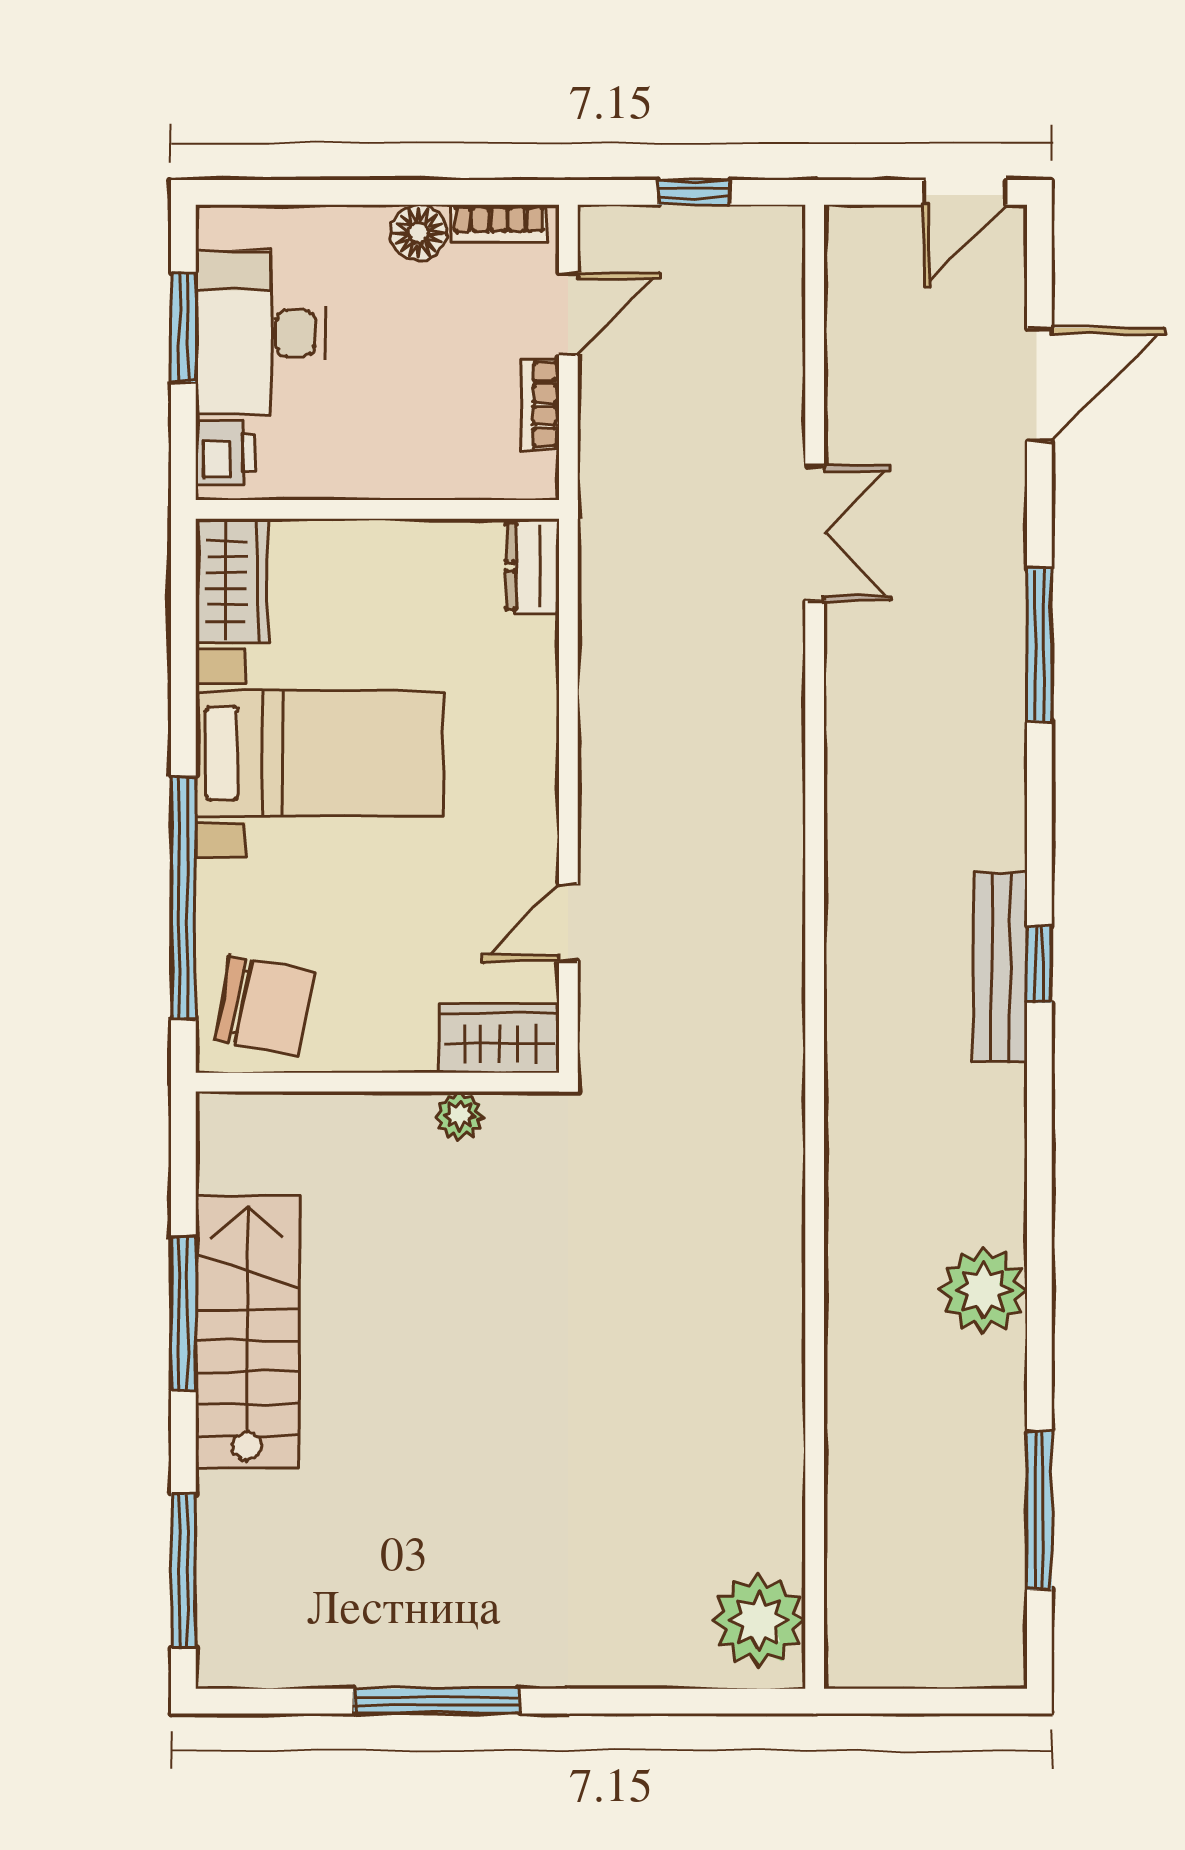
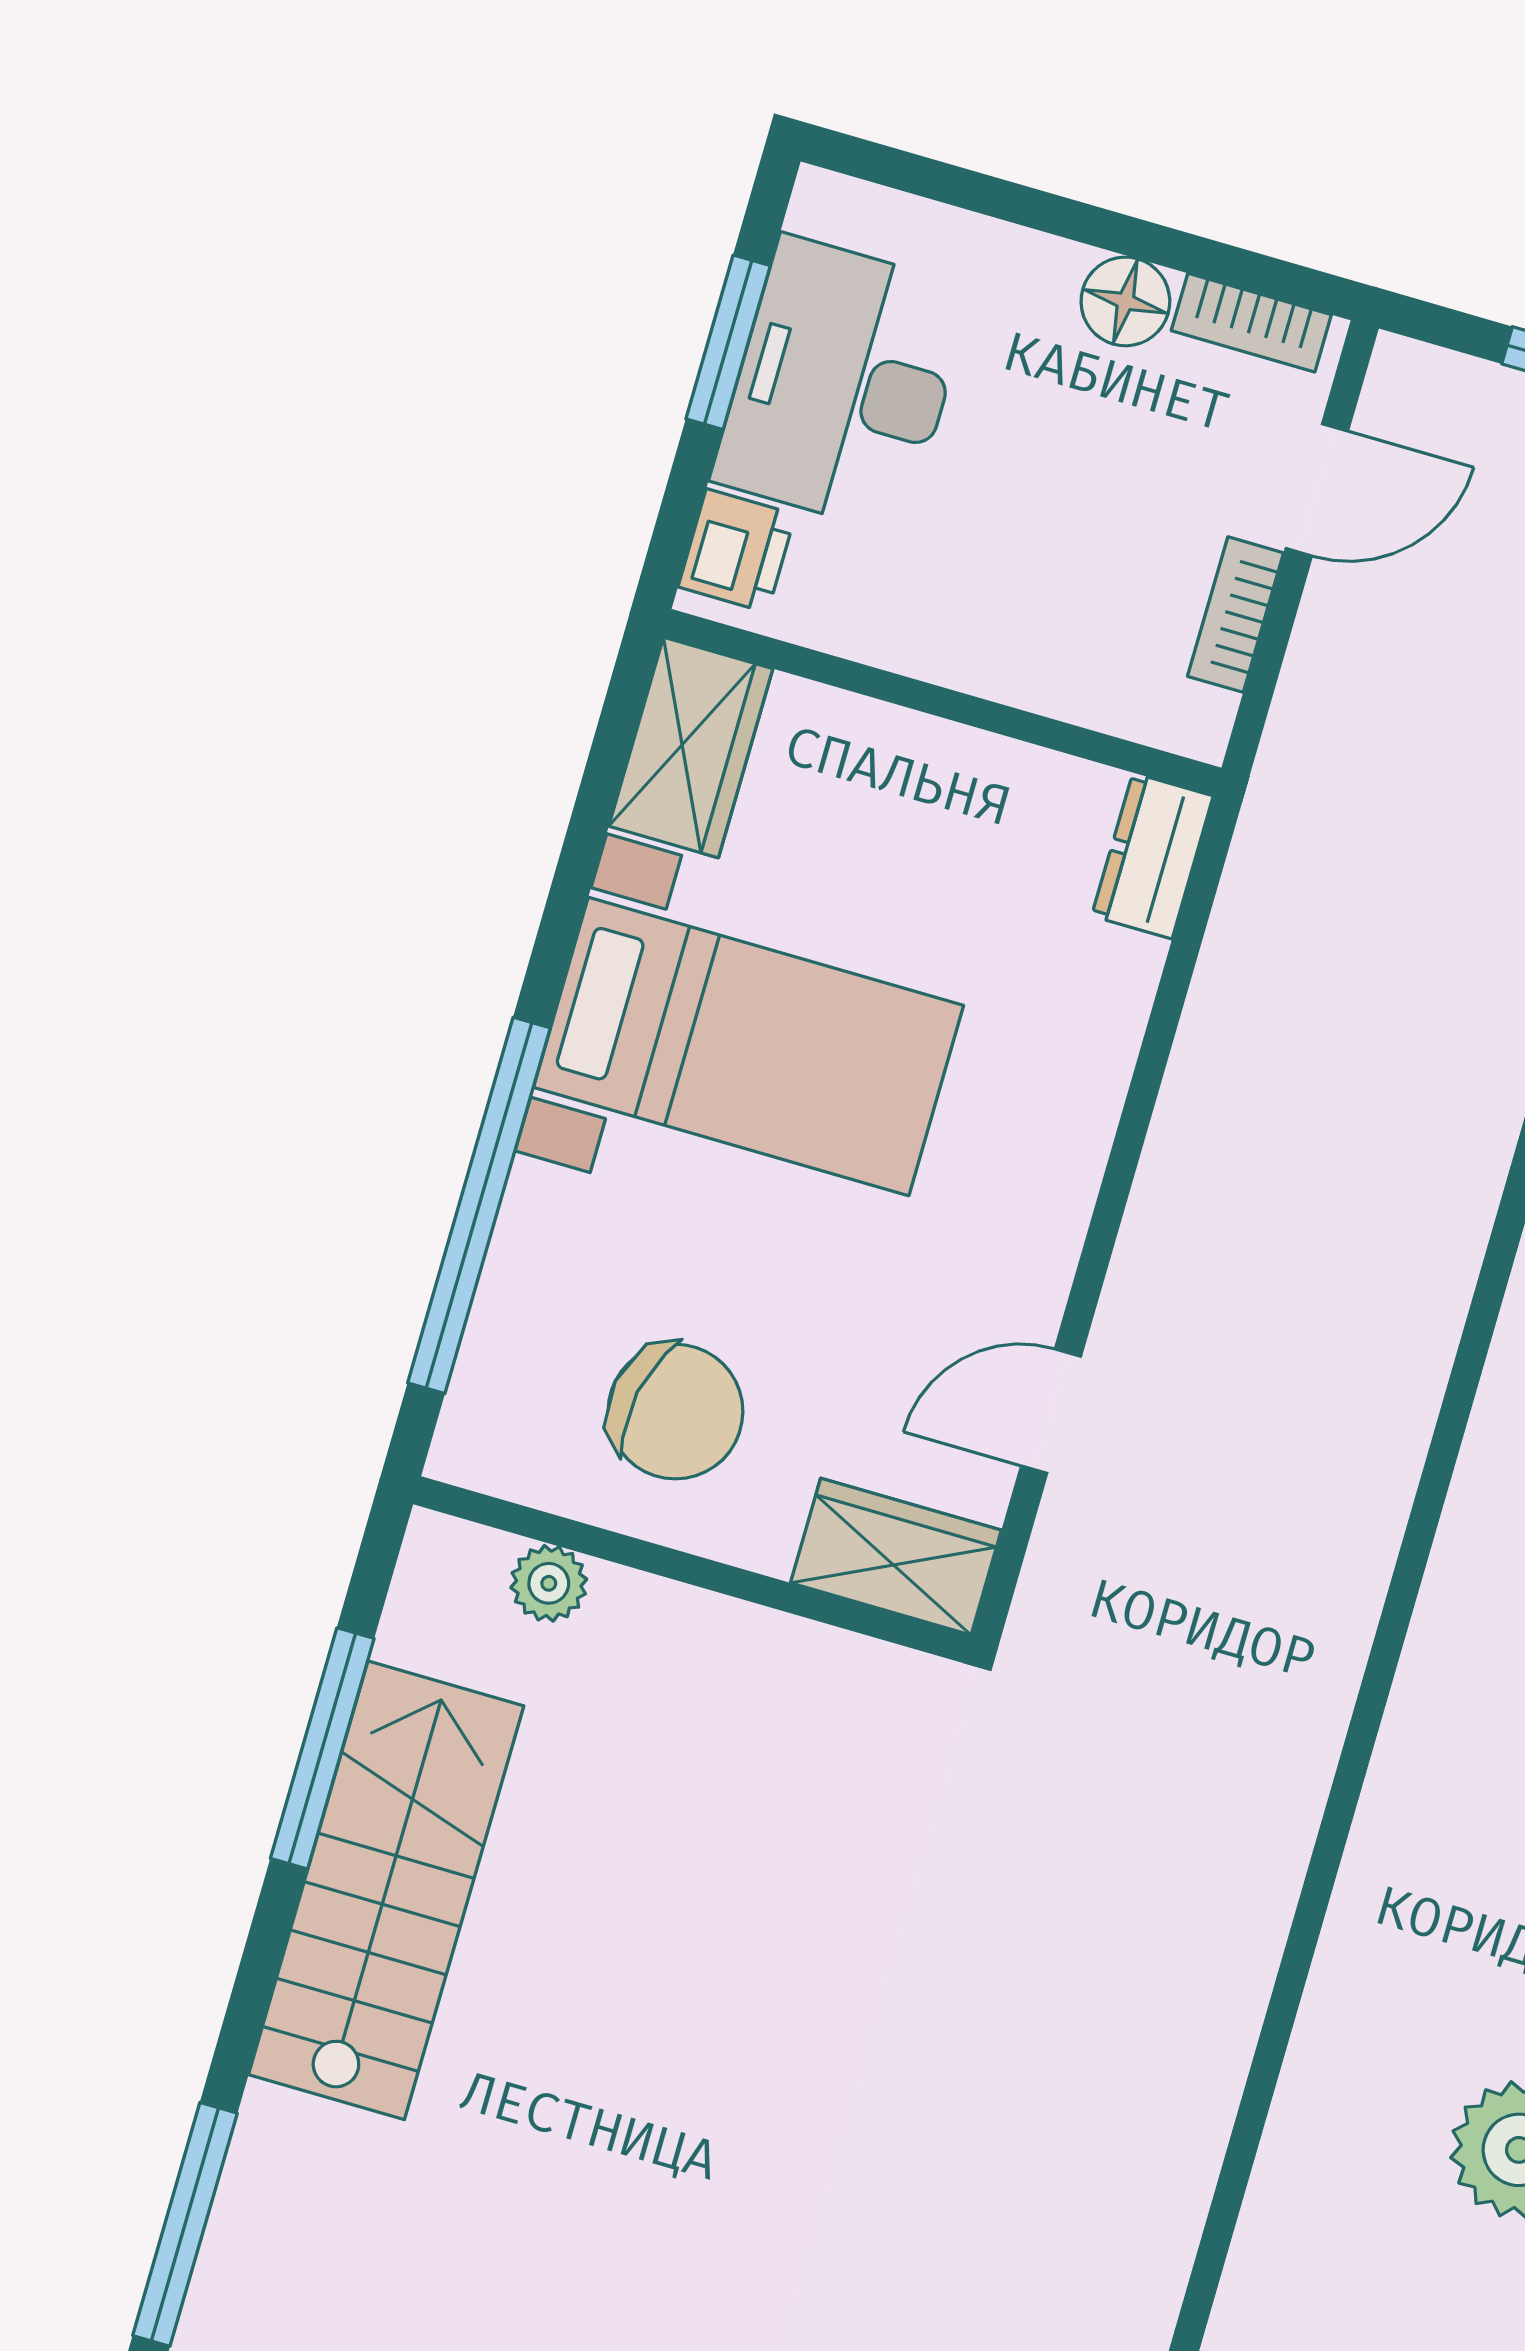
chair: (265, 1006) -> (675, 1412), moved
plant: (459, 1116) -> (549, 1583), moved
window: (183, 1314) -> (322, 1748), moved

